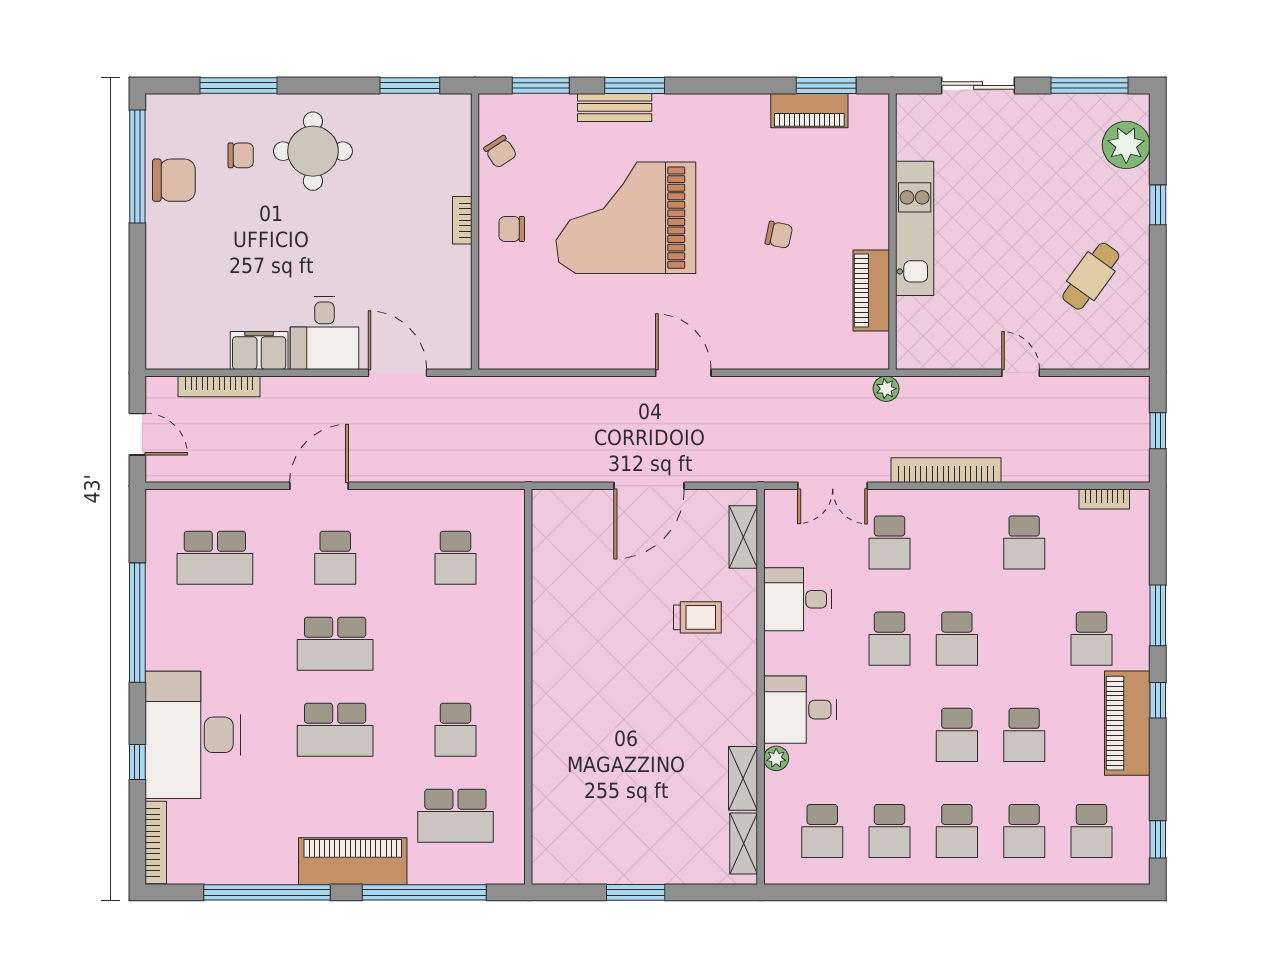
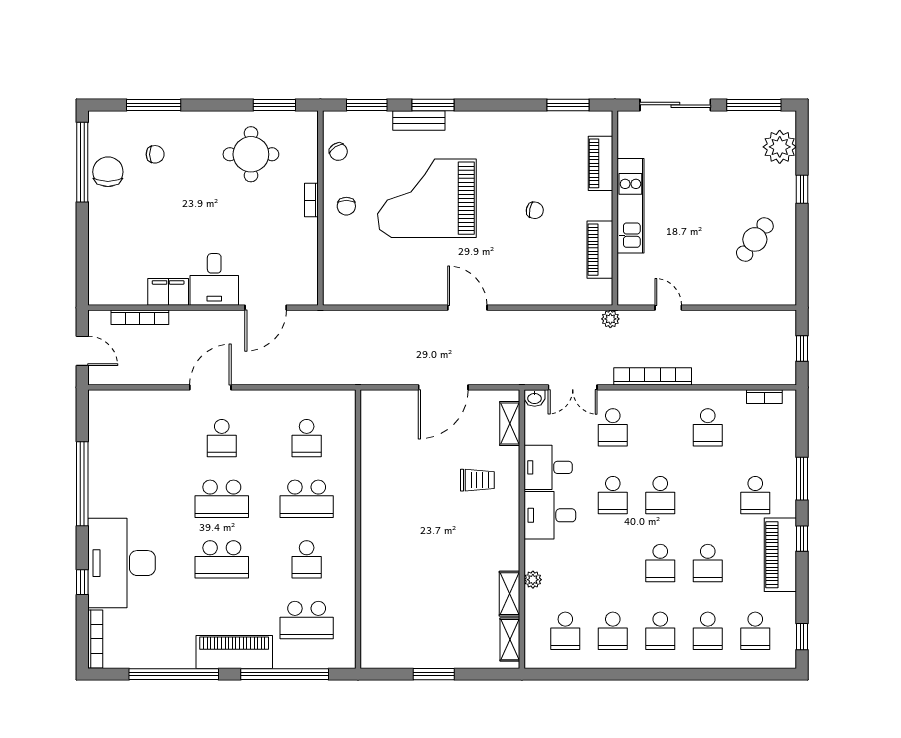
sliding door: (978, 85) -> (675, 105), width x1.37
piano: (809, 111) -> (601, 163), moved, turned 90
round table: (313, 151) -> (251, 154), moved
chair: (174, 180) -> (108, 172), turned -90
chair: (512, 229) -> (346, 206), turned -90
door: (397, 373) -> (266, 308), swing flipped
door: (1021, 373) -> (668, 308), moved
washbasin: (779, 501) -> (535, 398), added
school desk: (215, 558) -> (307, 499), moved
desk: (800, 710) -> (550, 515), moved

